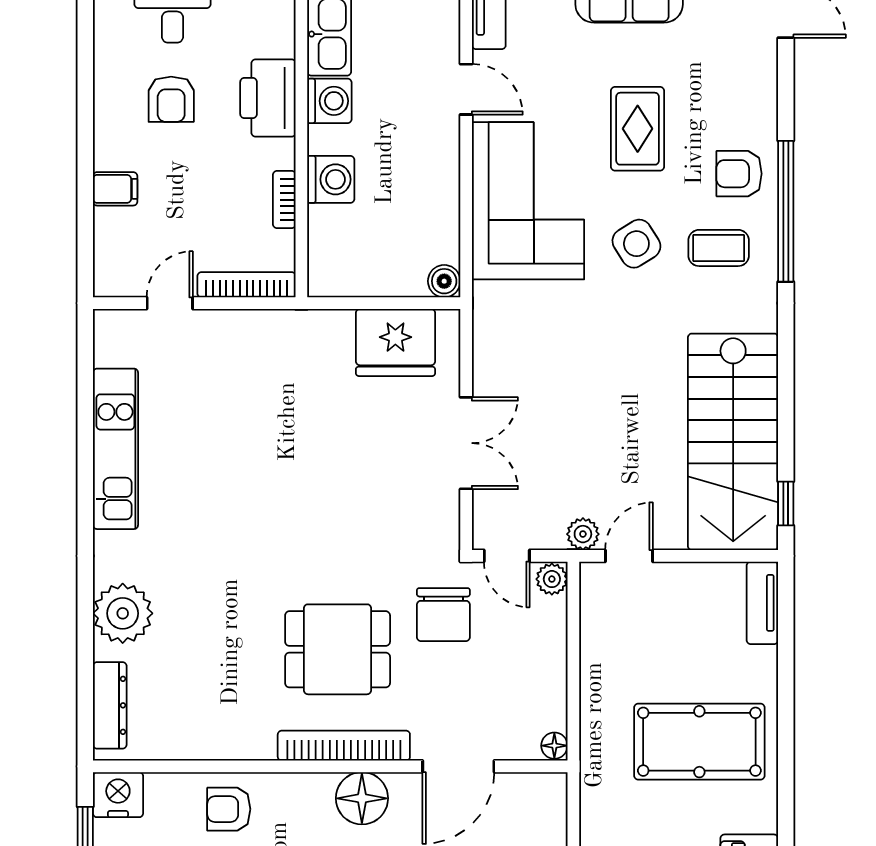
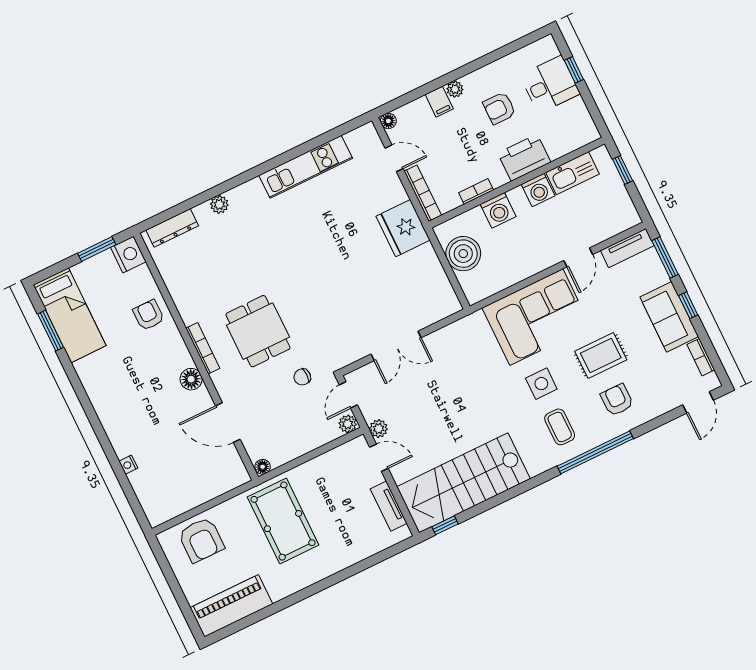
plant: (107, 155) -> (455, 89), added
armchair: (739, 174) -> (617, 400), moved
side table: (636, 244) -> (541, 384), turned 32
boiler: (444, 281) -> (463, 254), moved, width x1.86, depth x1.86
floor lamp: (106, 284) -> (388, 121), added
fridge: (395, 342) -> (403, 228), moved
tv unit: (762, 603) -> (389, 506), moved, turned -90
plant: (123, 613) -> (219, 204), width x0.53, depth x0.53
chair: (443, 615) -> (302, 377), width x0.54, depth x0.54
pool table: (699, 742) -> (283, 521), moved
bookcase: (344, 746) -> (203, 348), width x0.68, depth x0.76
floor lamp: (362, 798) -> (191, 379), width x0.73, depth x0.73

